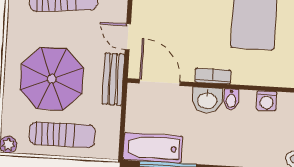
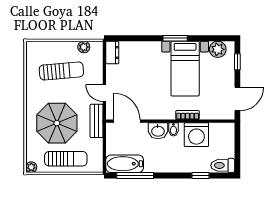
bookcase: (213, 76) -> (188, 115), moved
washing machine: (267, 101) -> (196, 135), width x1.89, depth x1.89

